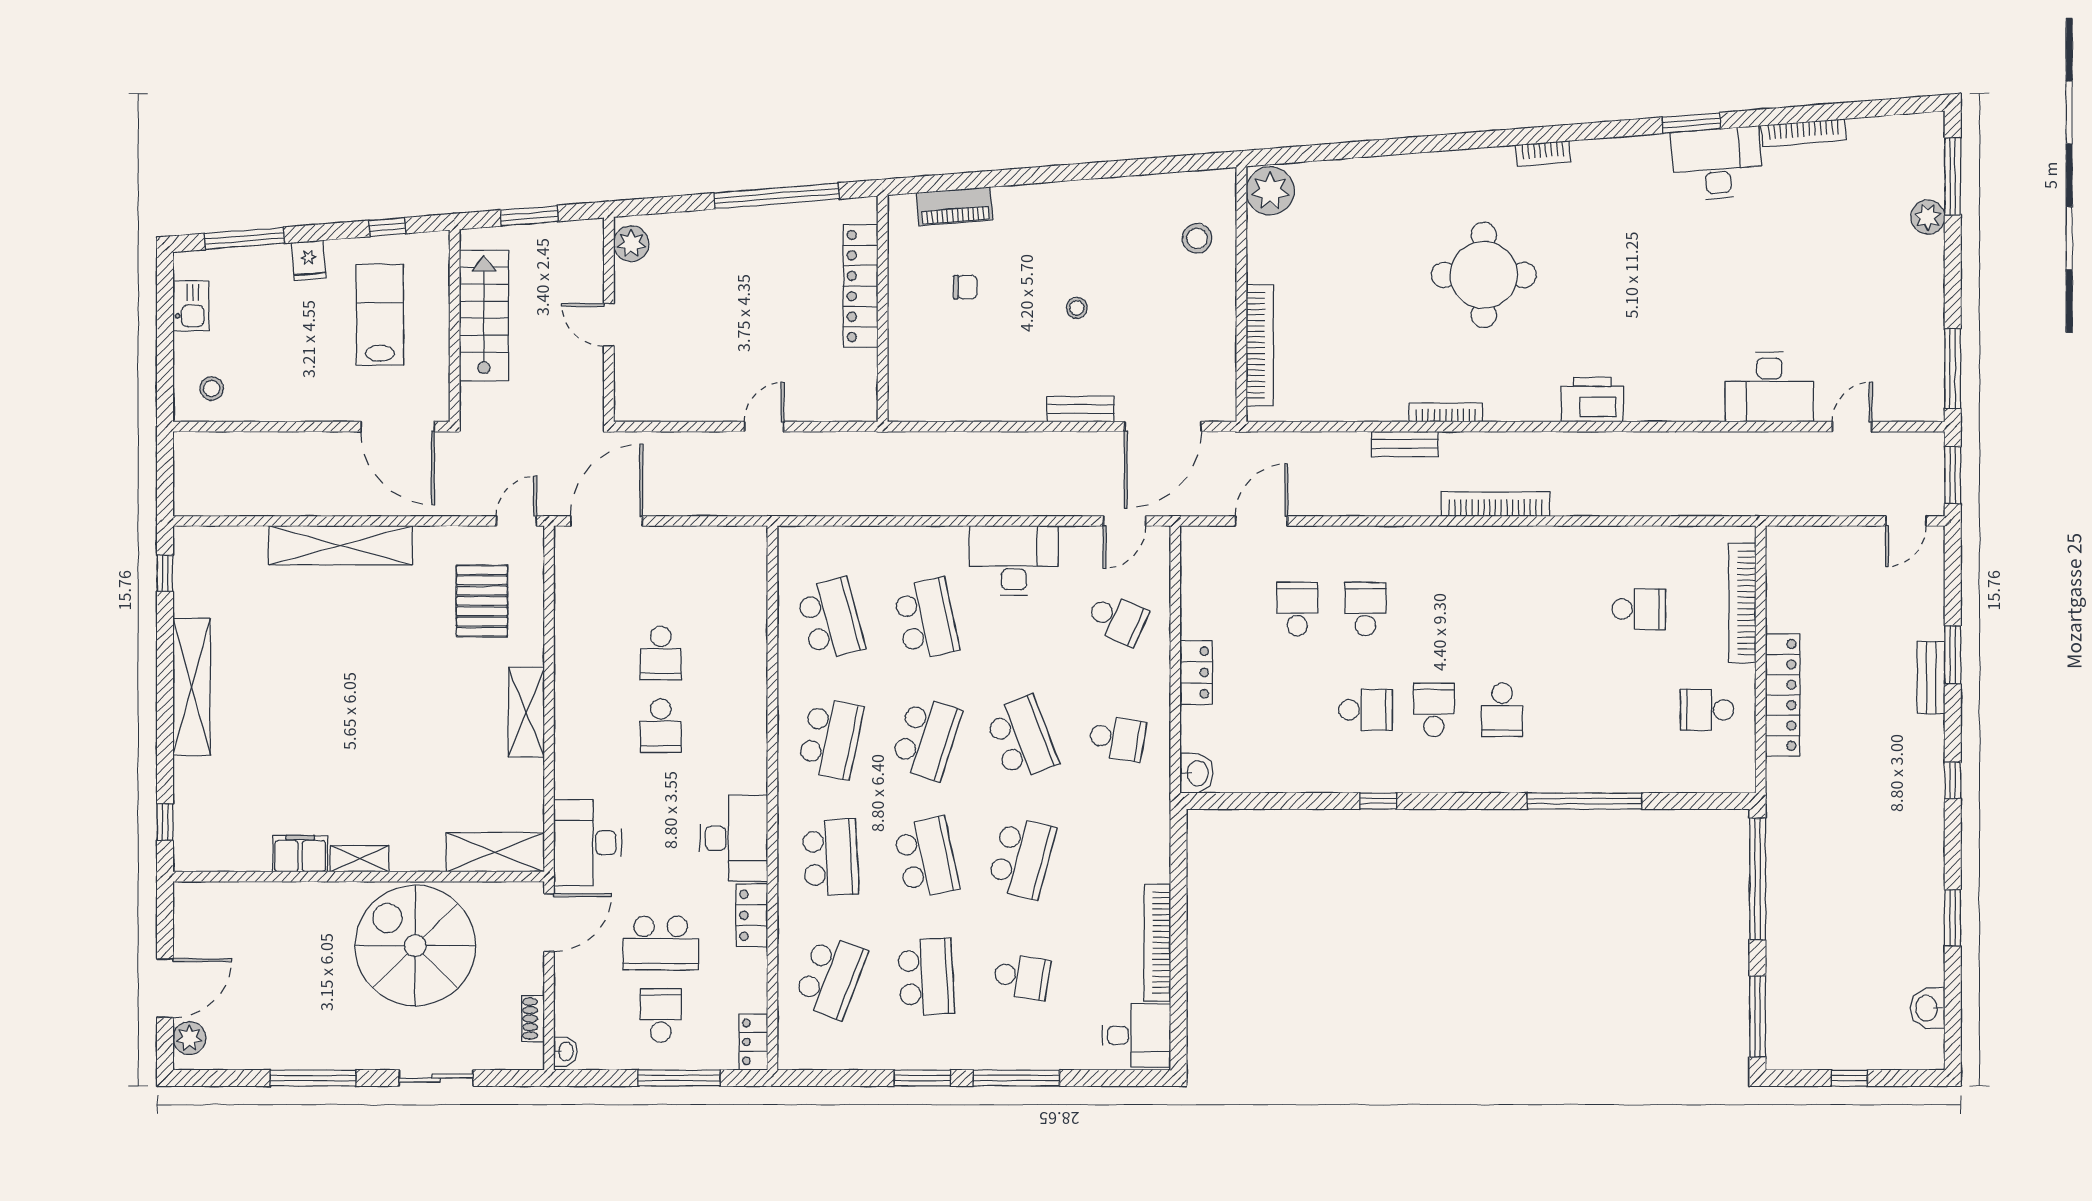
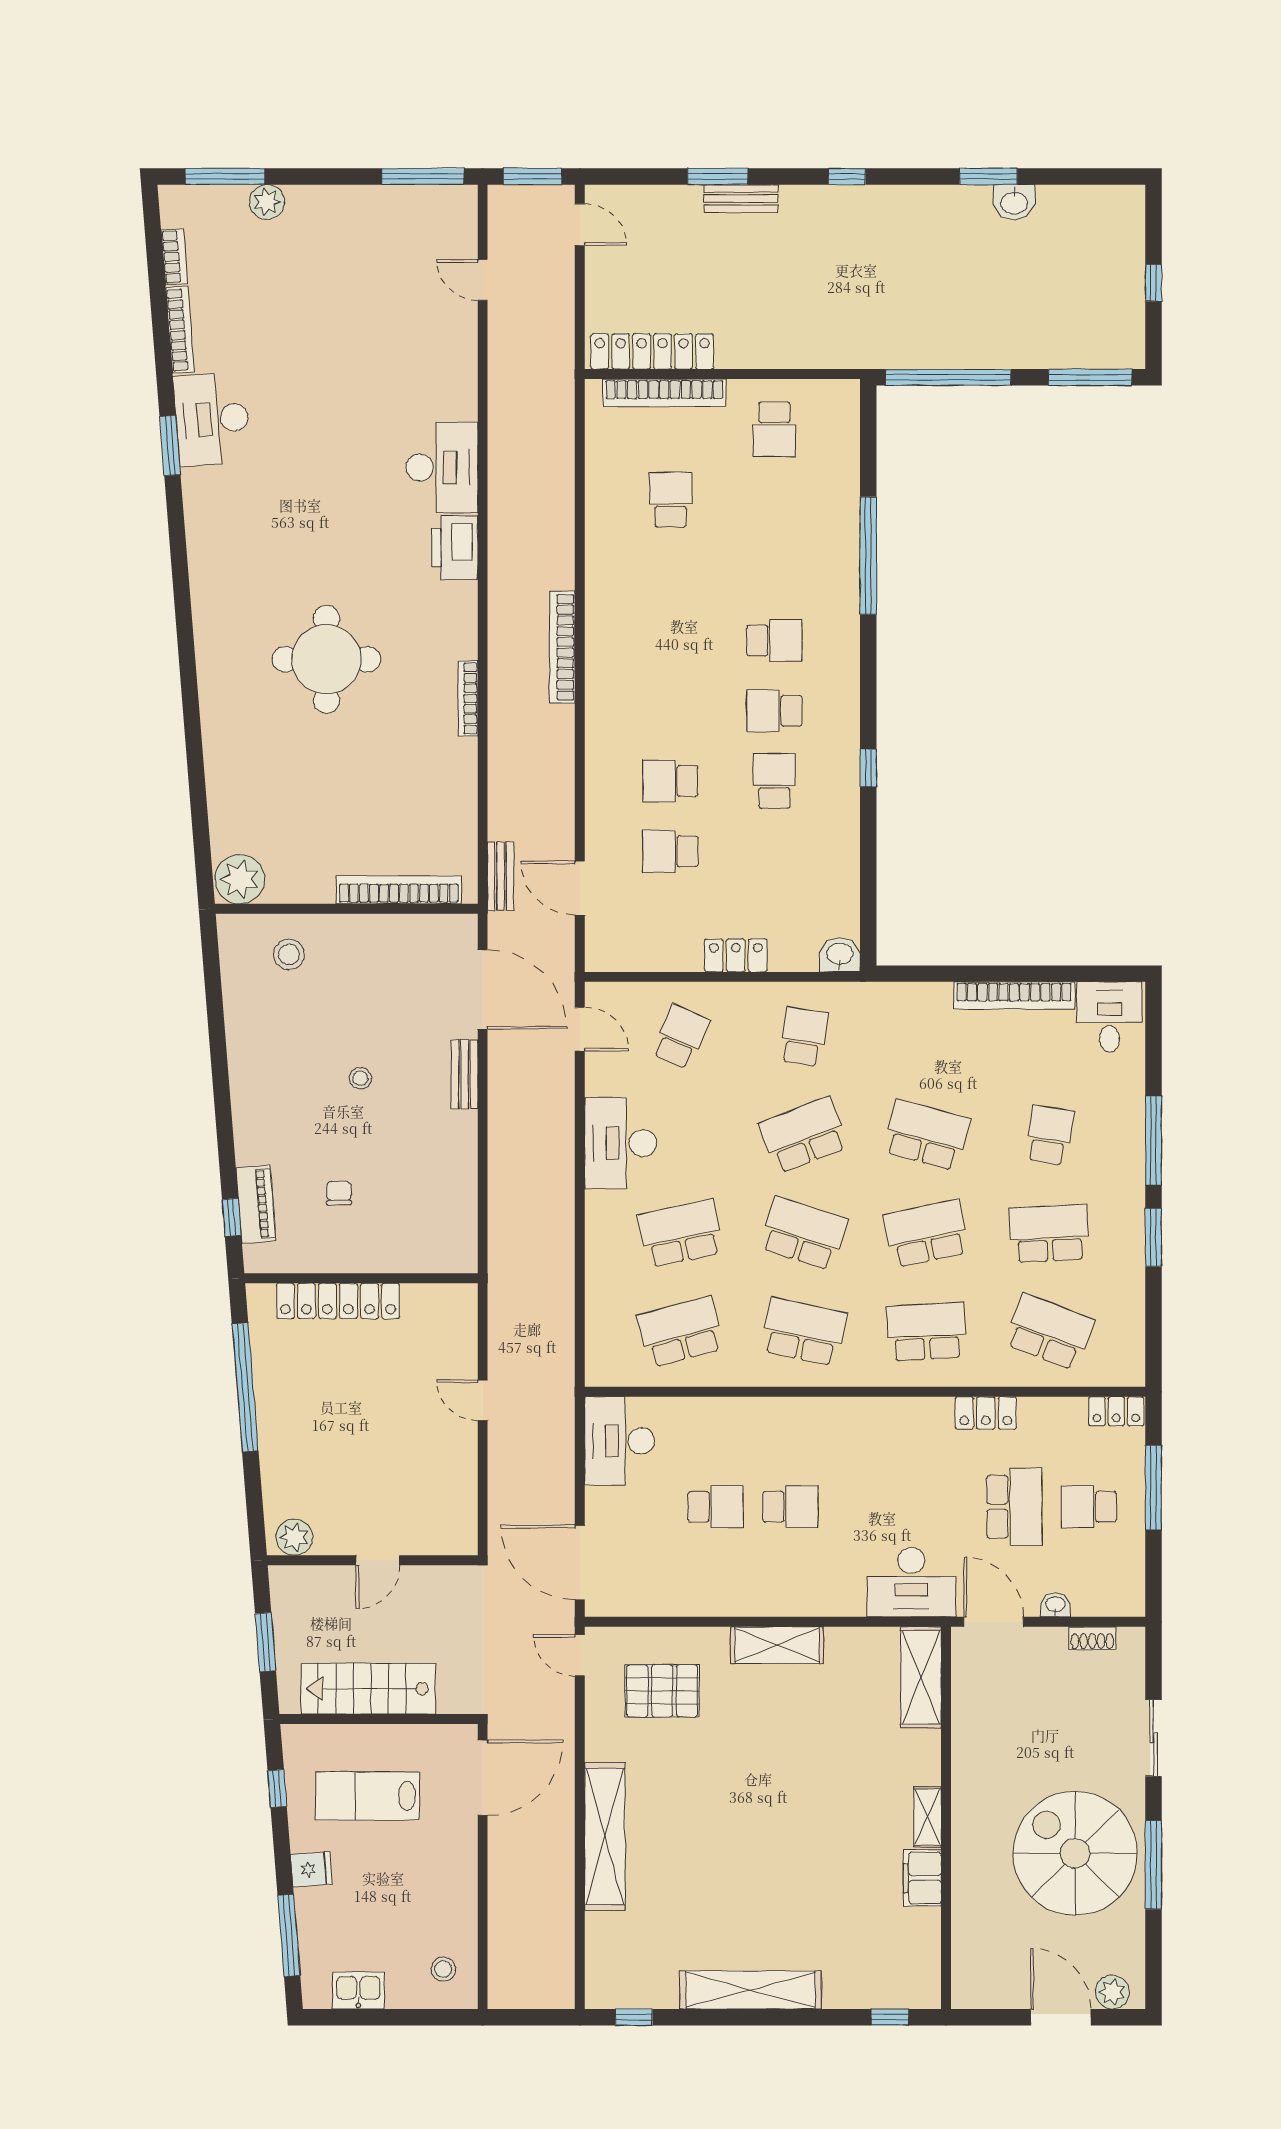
bookcase: (1543, 153) -> (174, 257), moved
window: (942, 183) -> (232, 1217), added
desk: (1769, 387) -> (442, 467), moved
bench: (1405, 444) -> (501, 876), moved
locker: (1783, 695) -> (652, 351), moved
desk: (734, 838) -> (620, 1441), moved, turned -90
spiral stairs: (415, 946) -> (1075, 1853), moved, turned 90
washbasin: (1928, 1008) -> (1014, 202), moved
washbasin: (565, 1051) -> (1055, 1605), moved

